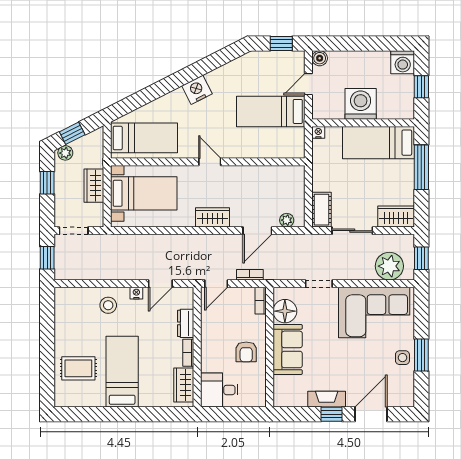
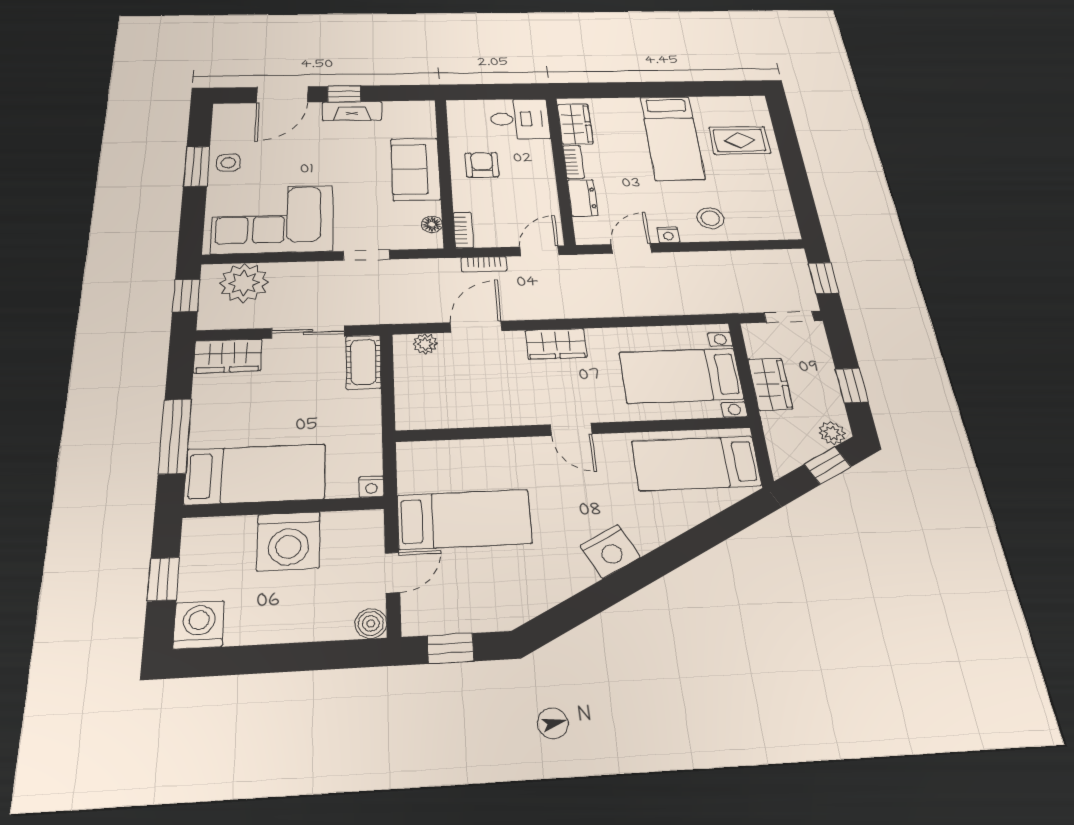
floor lamp: (285, 311) -> (432, 224), width x0.53, depth x0.53

